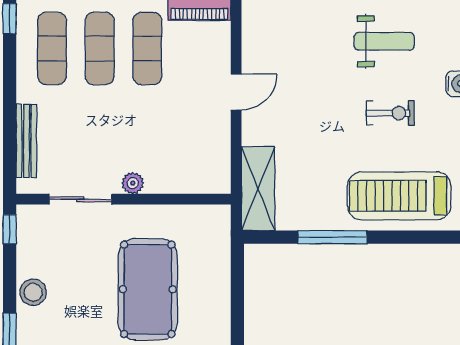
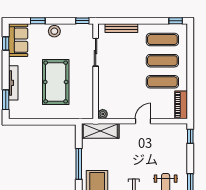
door: (236, 92) -> (143, 121), swing flipped
plant: (133, 183) -> (103, 114), moved
pool table: (148, 289) -> (56, 82), turned 90

